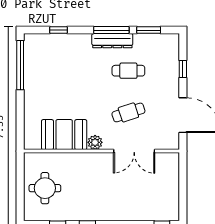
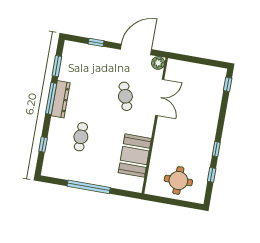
window: (20, 65) -> (89, 187), moved
cafe table: (128, 71) -> (81, 137), moved
plant: (95, 142) -> (158, 63), moved

